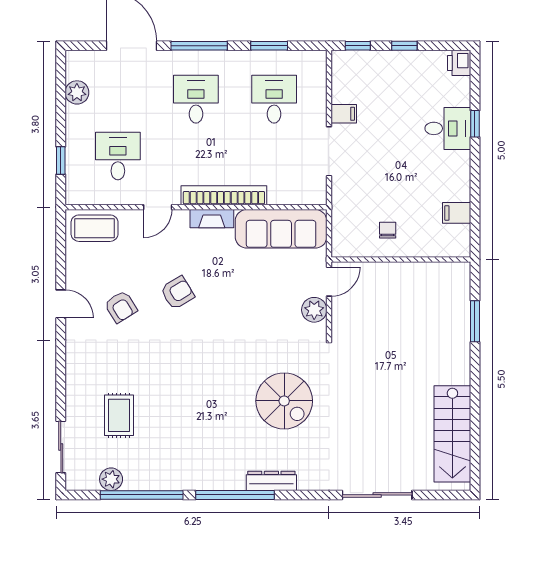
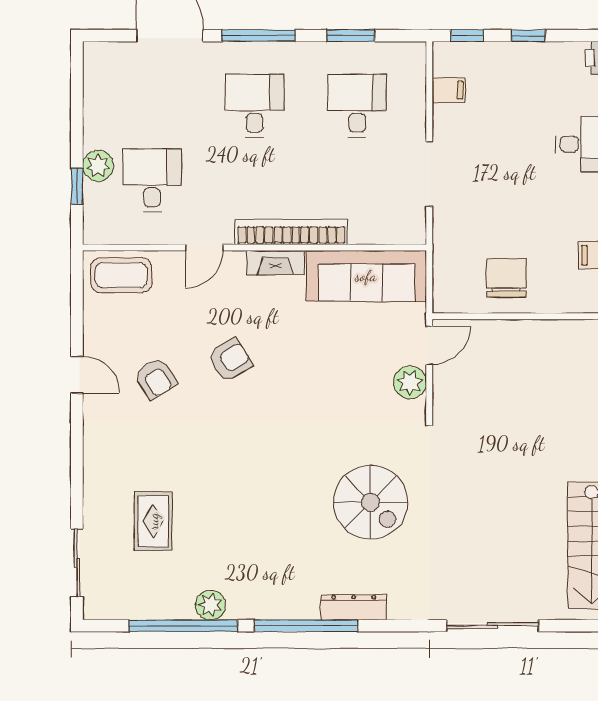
plant: (77, 92) -> (98, 166), moved
filing cabinet: (344, 114) -> (449, 90), moved
chair: (388, 230) -> (506, 278), width x1.87, depth x1.87
plant: (111, 479) -> (210, 605), moved

